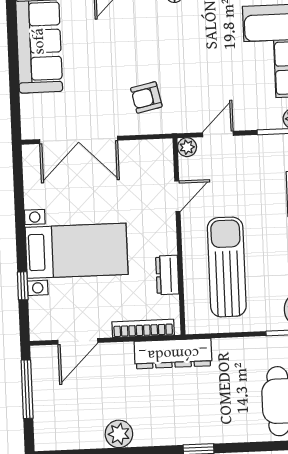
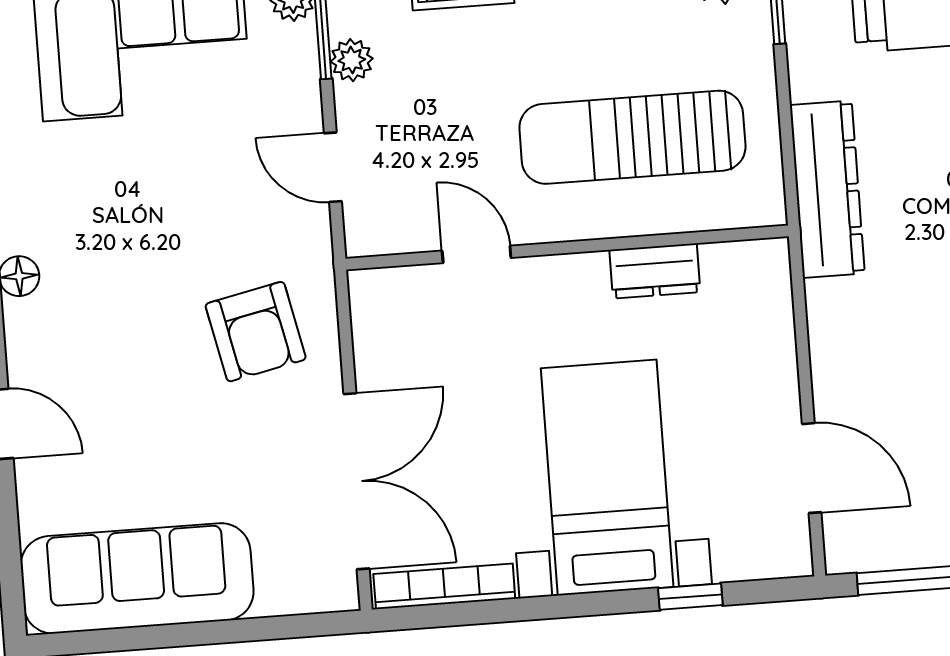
armchair: (146, 97) -> (256, 332), width x1.38, depth x1.38
plant: (187, 147) -> (352, 60), moved
bookcase: (143, 328) -> (444, 586), moved, turned 90
dresser: (173, 354) -> (827, 189), moved

